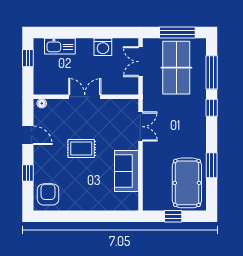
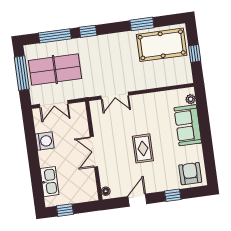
double door: (140, 127) -> (115, 96), swing flipped
sofa: (126, 171) -> (188, 125), moved, turned 90
armchair: (48, 194) -> (190, 174), turned 90
plant: (126, 206) -> (191, 99), added

